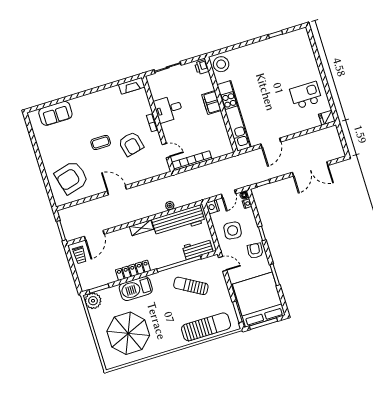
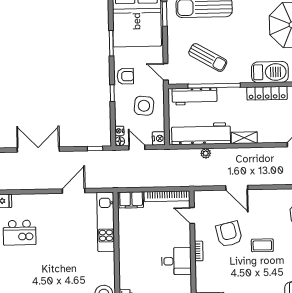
filing cabinet: (211, 103) -> (131, 200), moved, turned 90
kitchen unit: (234, 116) -> (106, 222), width x0.73
door: (117, 190) -> (237, 188), moved
door: (228, 194) -> (137, 148), hinge flipped
workbench: (198, 249) -> (195, 96), width x1.37
armchair: (255, 251) -> (125, 76), turned -96

